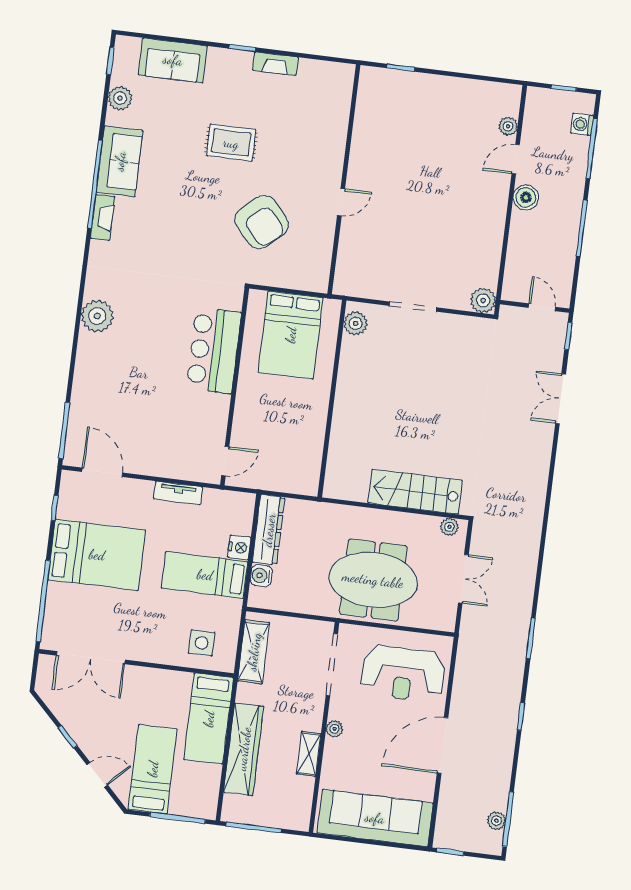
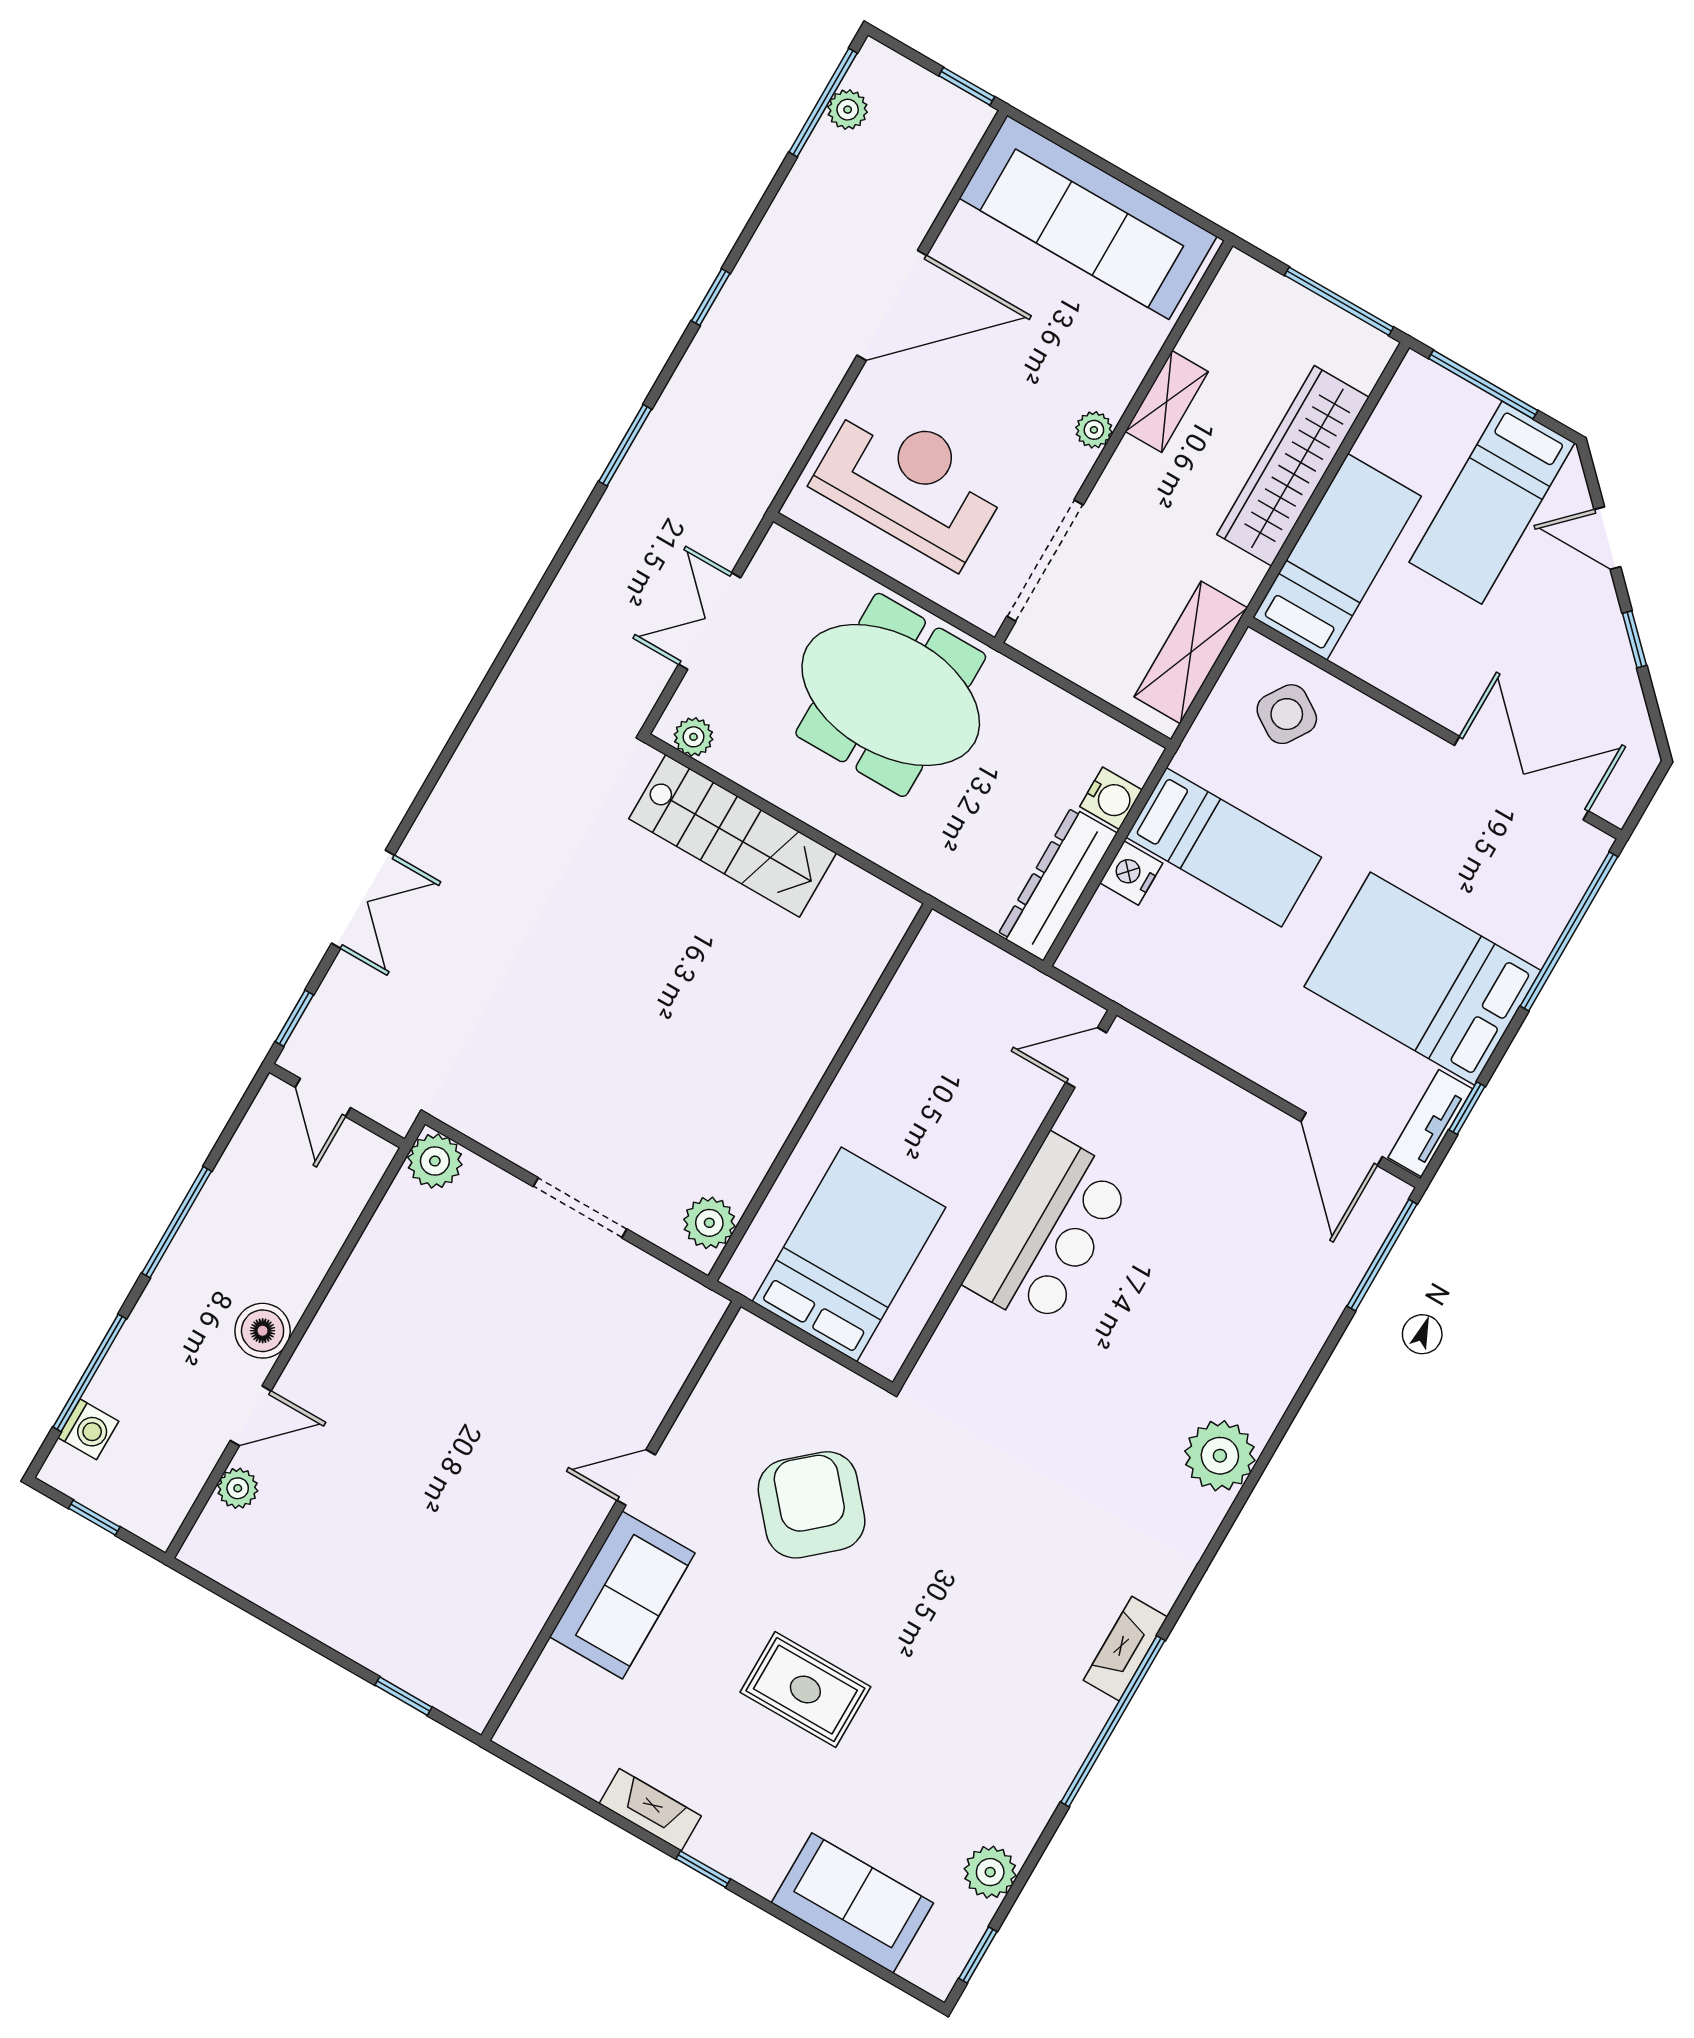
sofa: (120, 161) -> (622, 1595), moved, turned 180
bar counter: (214, 350) -> (1048, 1232), moved
tv unit: (178, 493) -> (1430, 1123), moved, turned -90
side table: (202, 643) -> (1287, 714), turned 33

